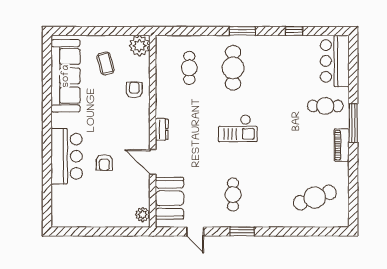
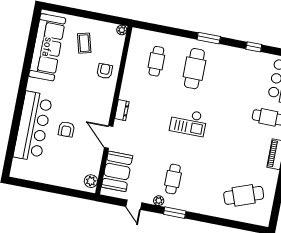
plant: (139, 46) -> (122, 30), width x0.53, depth x0.53
bar counter: (67, 156) -> (33, 126), width x1.36
plant: (222, 222) -> (159, 201), added

